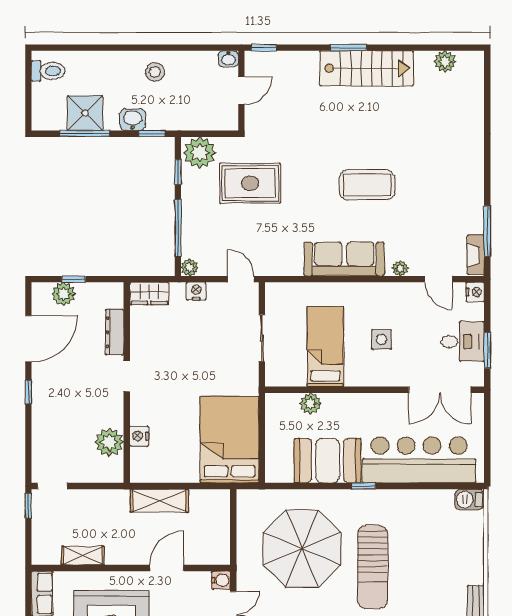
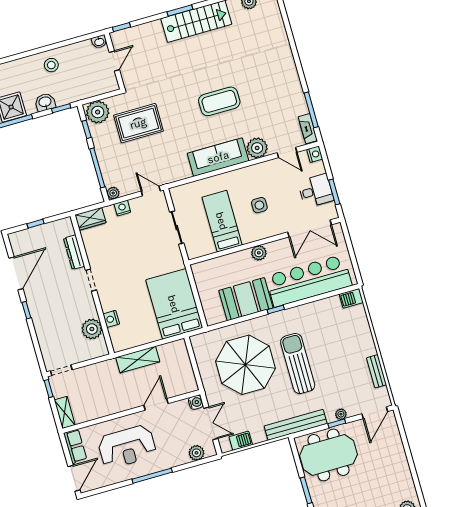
plant: (400, 268) -> (257, 148), width x1.88, depth x1.88
plant: (64, 294) -> (32, 236), removed
plant: (310, 403) -> (259, 253), moved
shelving: (83, 555) -> (65, 412), moved, turned 90
sun lounger: (373, 567) -> (298, 364), turned 180

